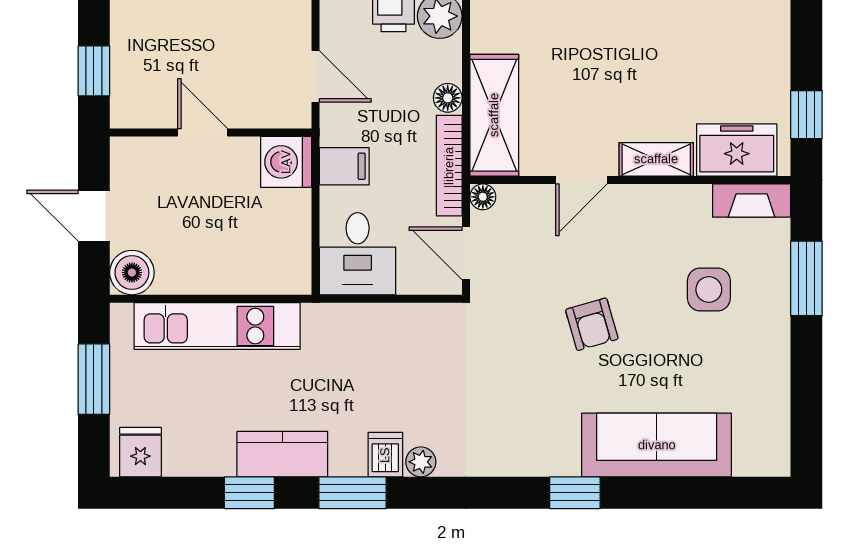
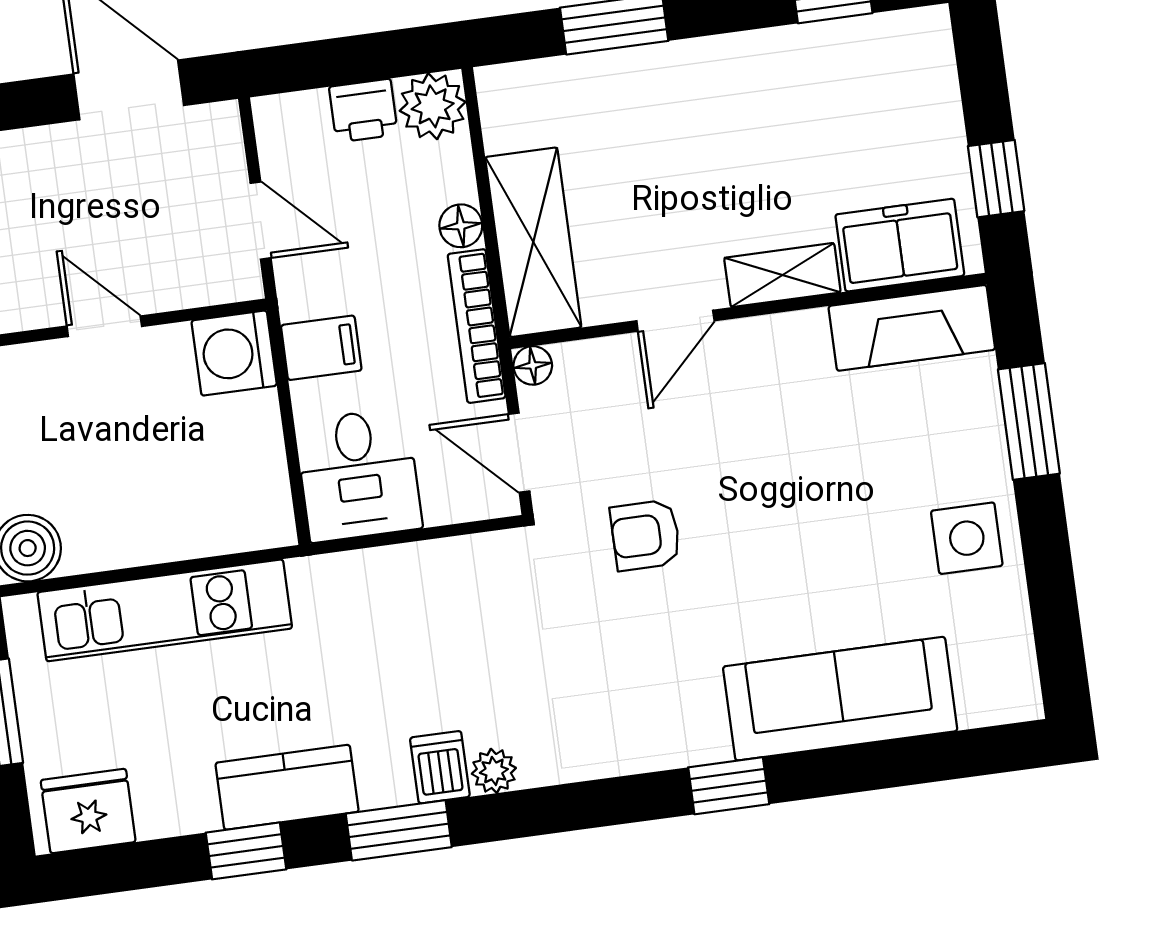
fireplace: (752, 201) -> (912, 328), width x1.37, depth x1.32
side table: (709, 290) -> (967, 538), moved
armchair: (592, 324) -> (645, 535), moved, turned 106
fridge: (140, 452) -> (88, 811), width x1.38

